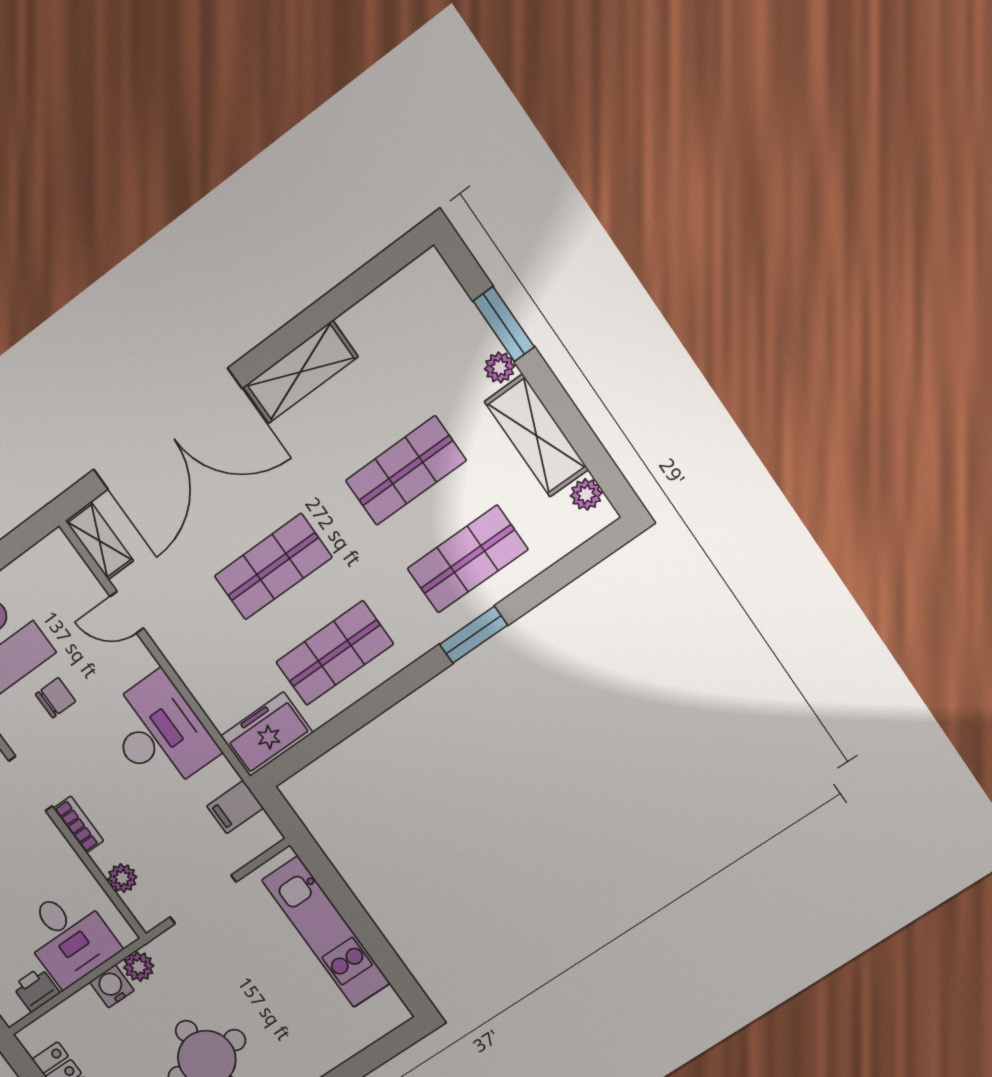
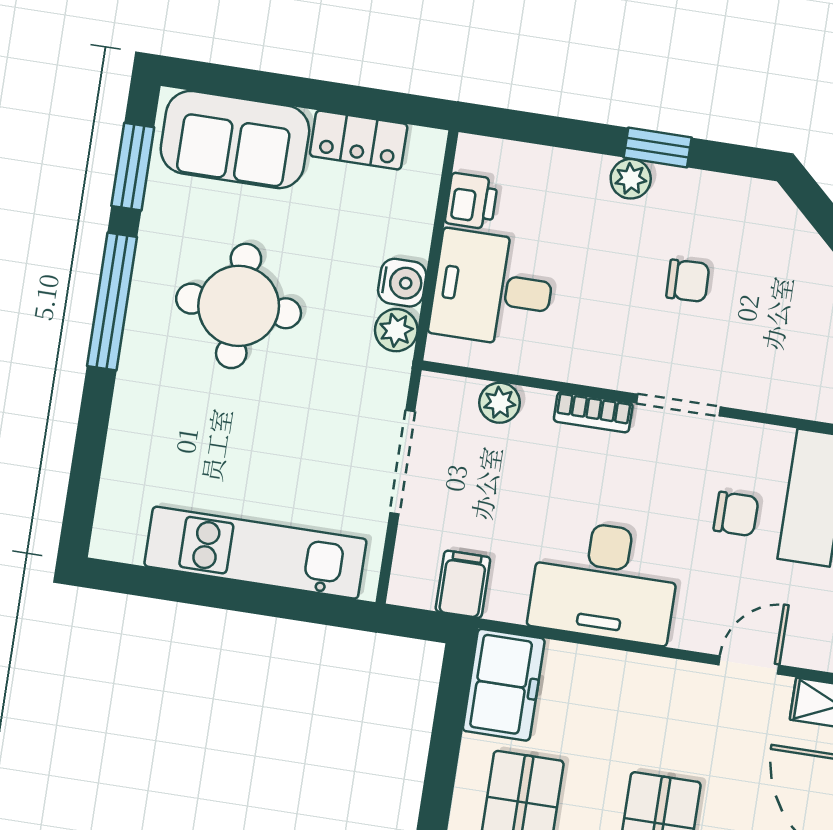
chair: (56, 698) -> (736, 514), turned -90

